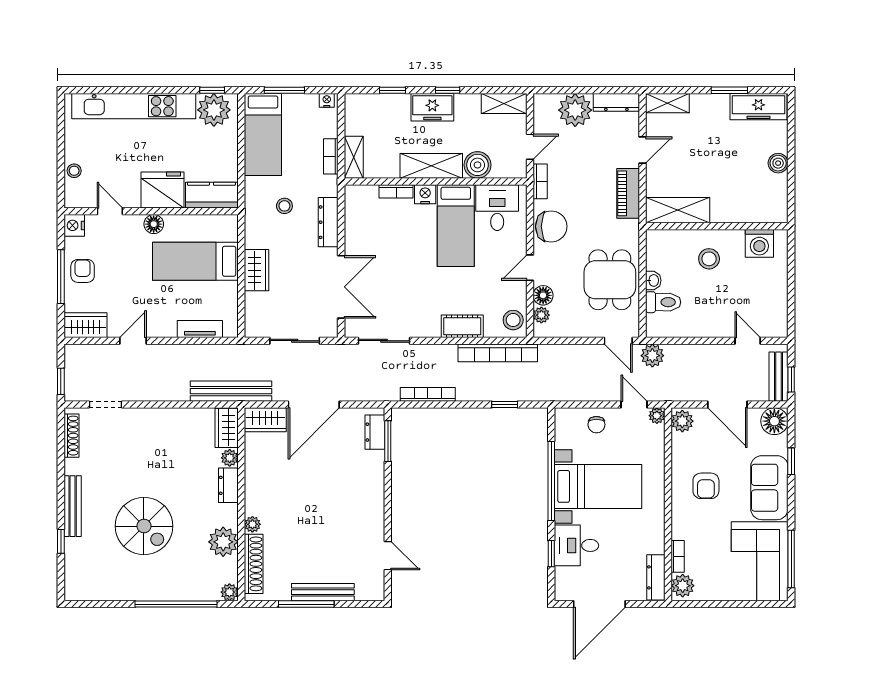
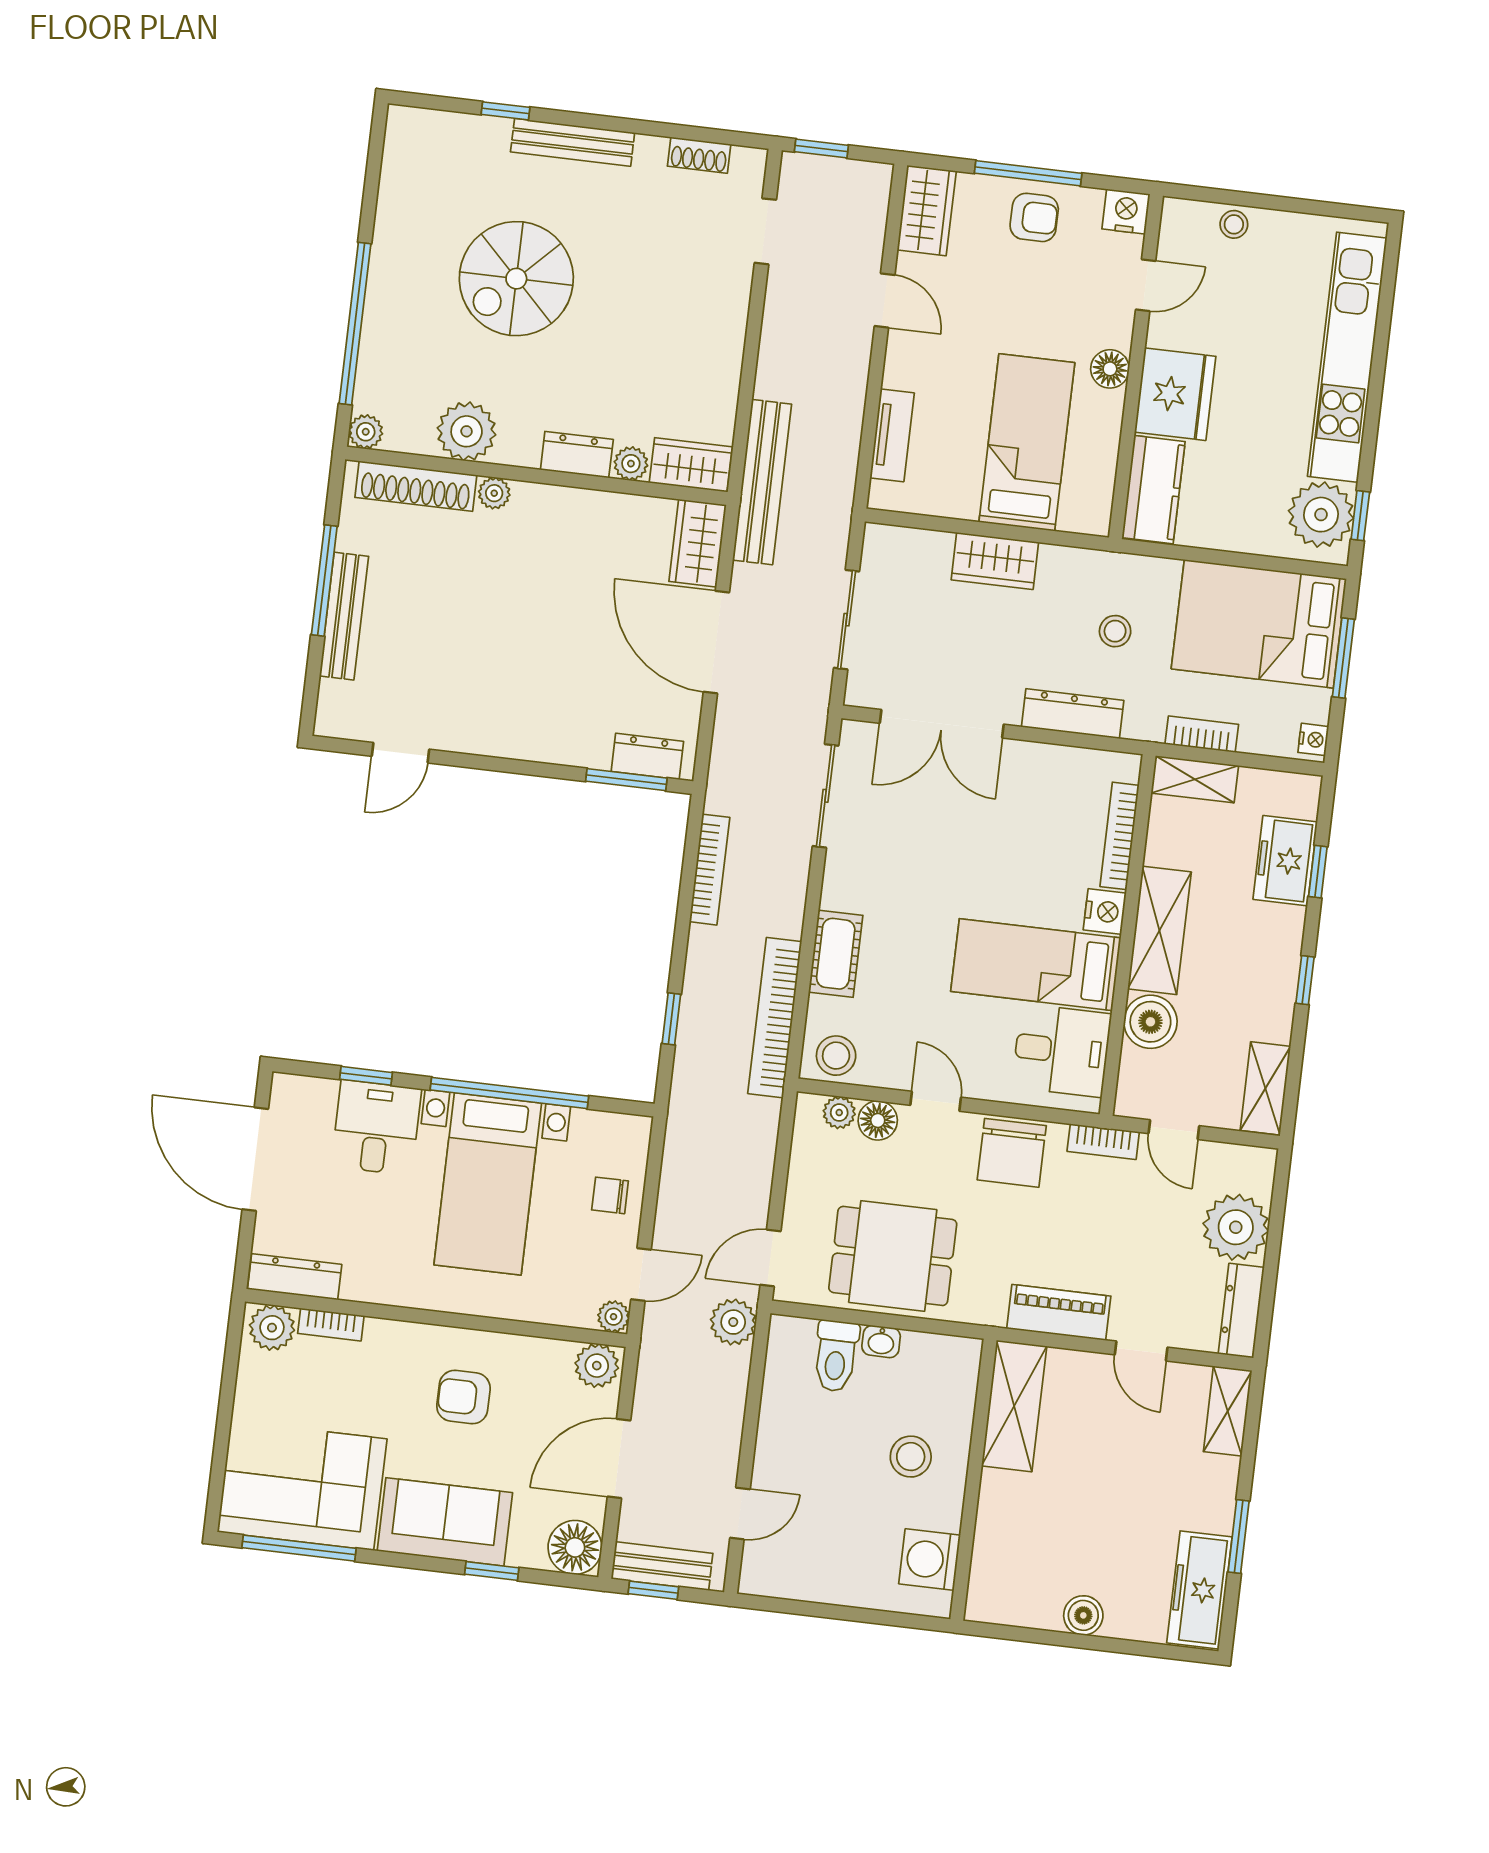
freezer: (432, 107) -> (1285, 861), moved
bed: (263, 134) -> (1259, 624), width x1.50
bookcase: (396, 191) -> (1120, 836), width x1.56
shoe rack: (71, 436) -> (699, 155), width x0.70

